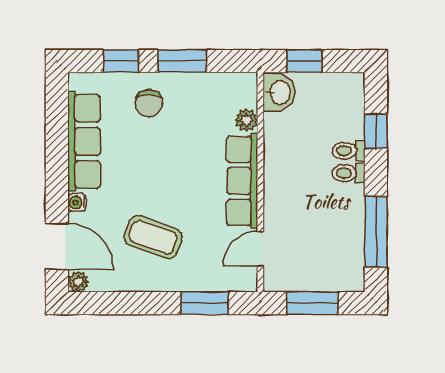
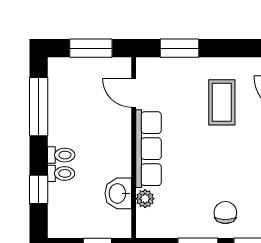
washbasin: (279, 92) -> (118, 193), moved
coffee table: (153, 237) -> (222, 102), turned 70
door: (260, 249) -> (134, 93), swing flipped

